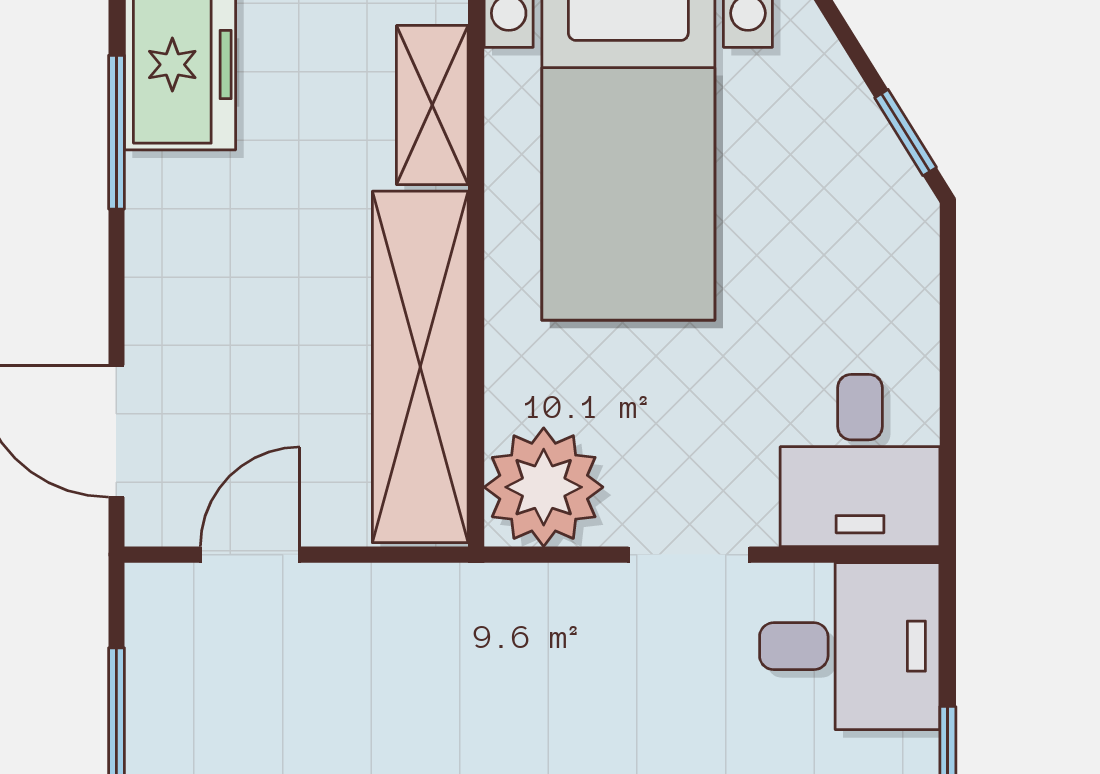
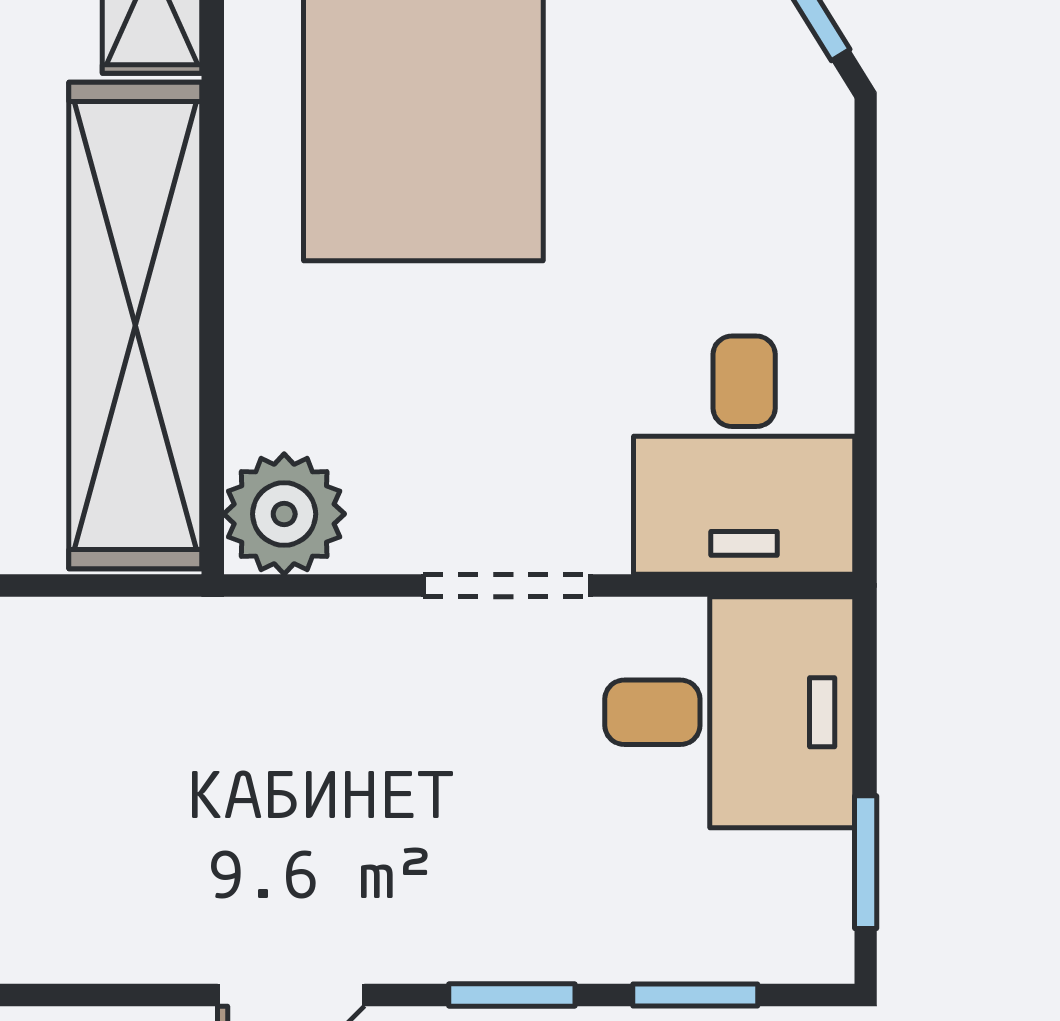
plant: (544, 487) -> (284, 514), width x0.73, depth x0.73

